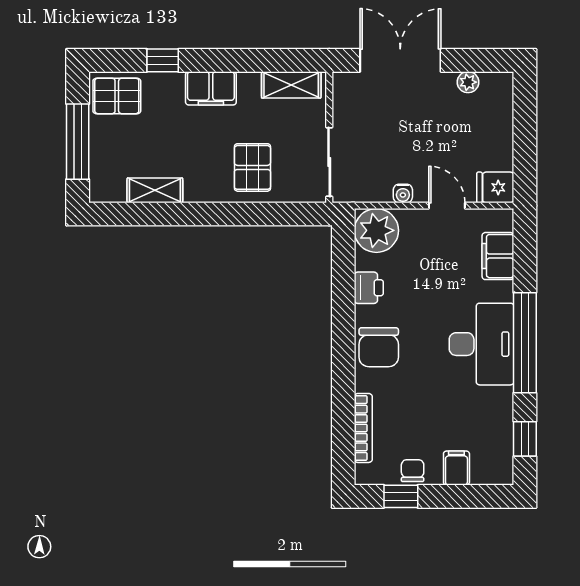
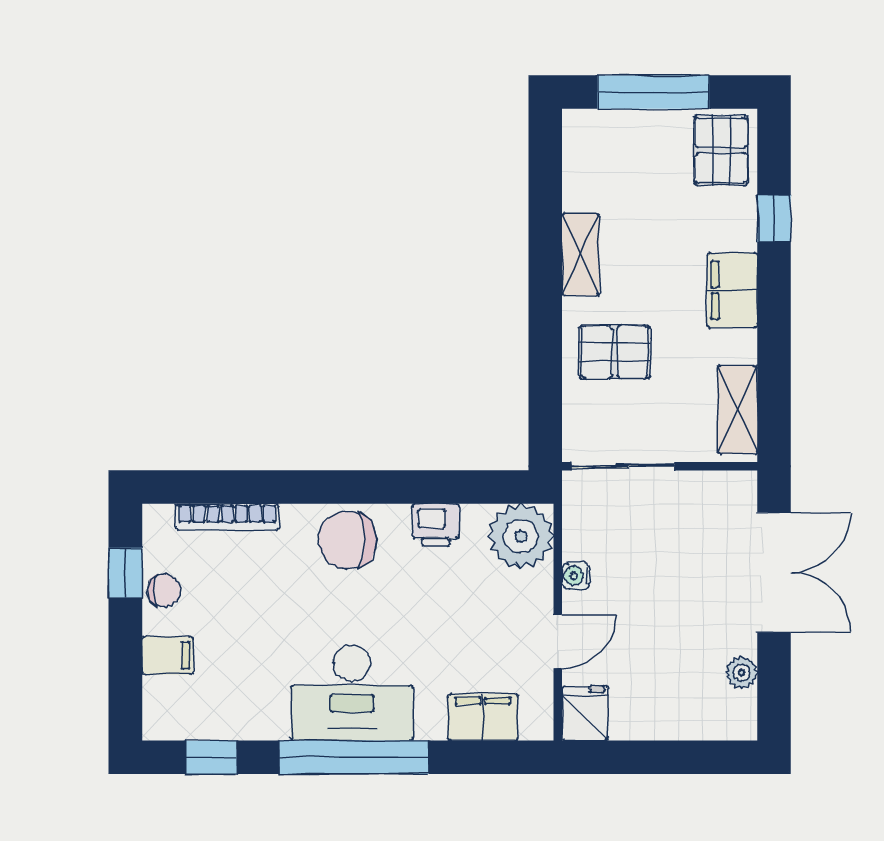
shelving: (155, 190) -> (581, 255), moved

